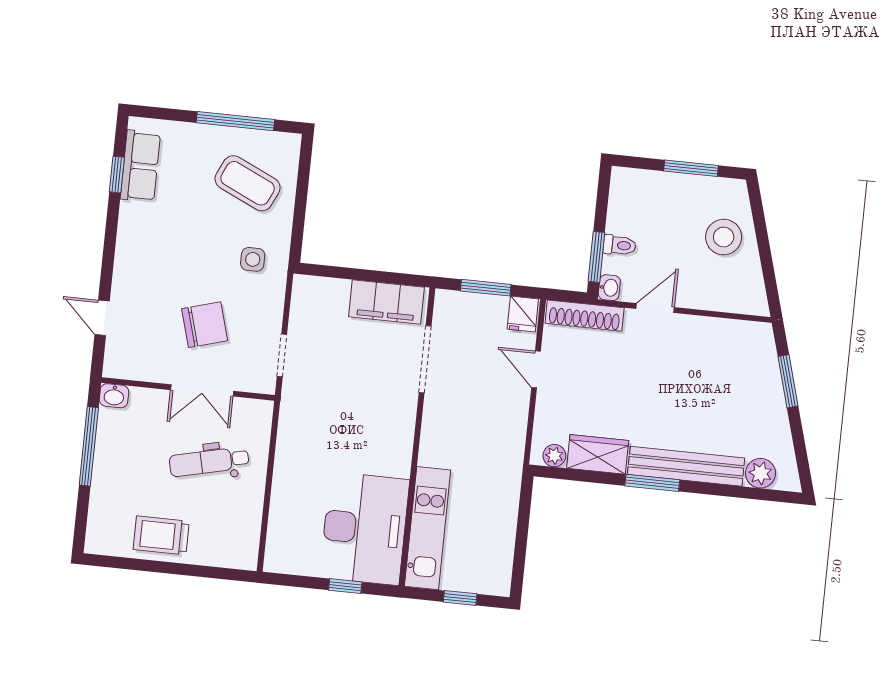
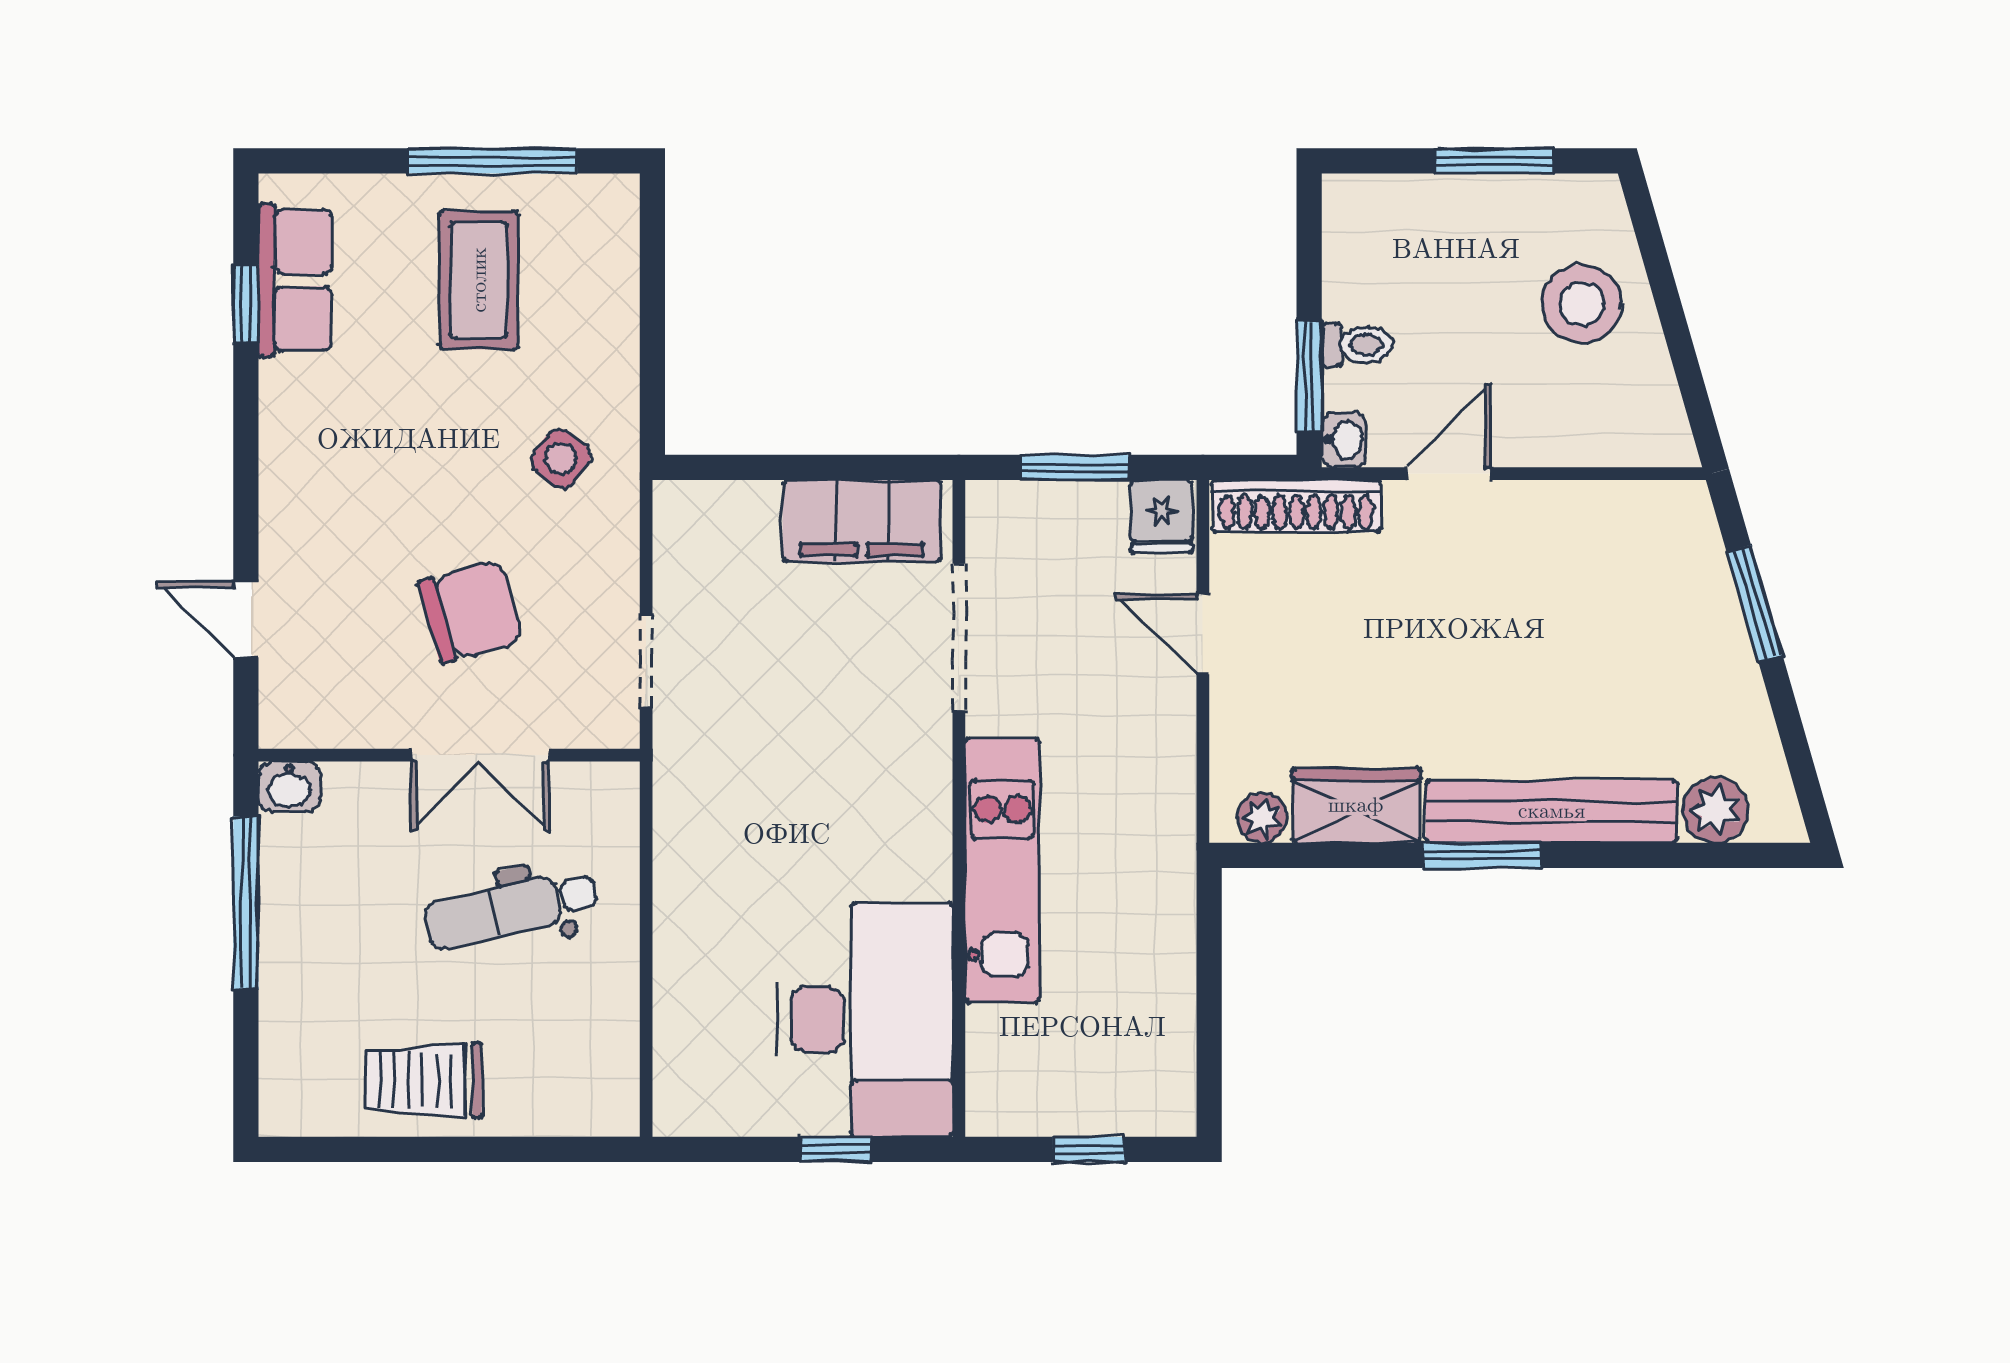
coffee table: (248, 183) -> (479, 280), moved, turned 65
side table: (253, 259) -> (561, 458), turned 38
kitchen unit: (428, 528) -> (1002, 870), moved

